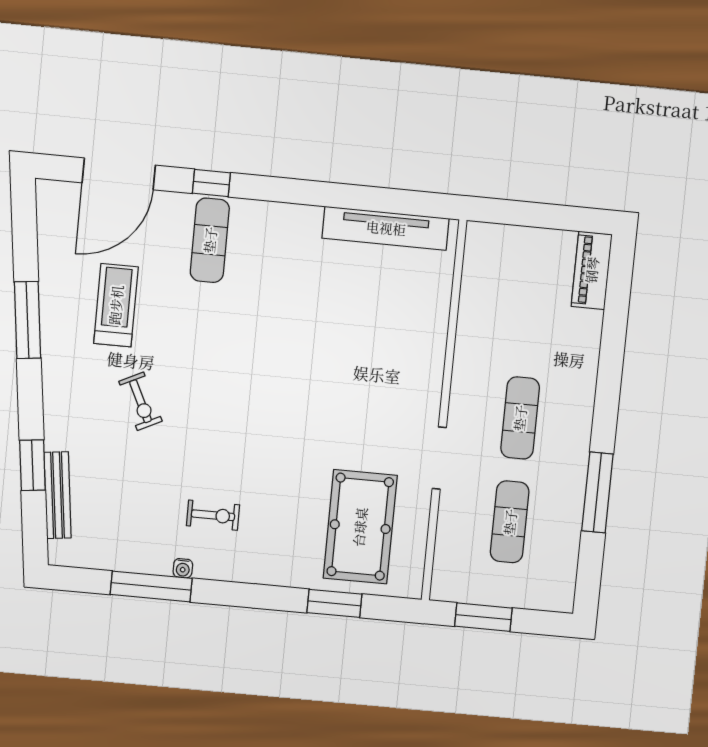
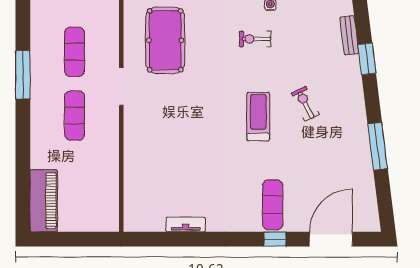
tv unit: (386, 228) -> (186, 224), width x0.52, depth x0.78
piano: (592, 270) -> (44, 201), width x1.37, depth x1.33
treadmill: (116, 305) -> (258, 117), moved, turned 180
bench: (58, 495) -> (349, 35), width x0.73

